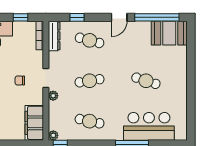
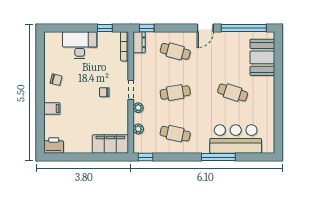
window: (77, 17) -> (147, 28), moved
booth: (169, 33) -> (262, 57), moved, turned 90
dresser: (54, 36) -> (139, 42), width x0.70
filing cabinet: (34, 123) -> (110, 144), moved, turned 90
plant: (53, 135) -> (138, 129), moved

